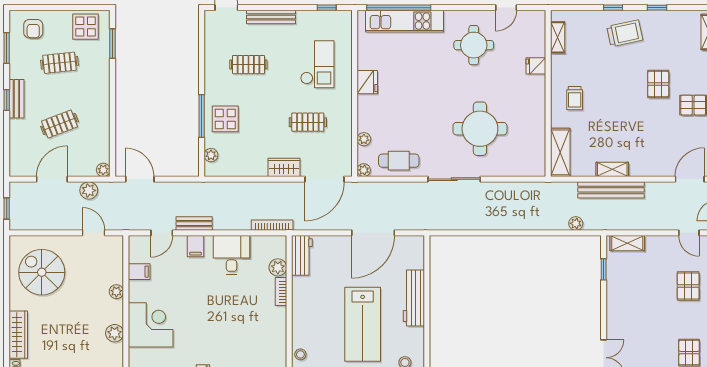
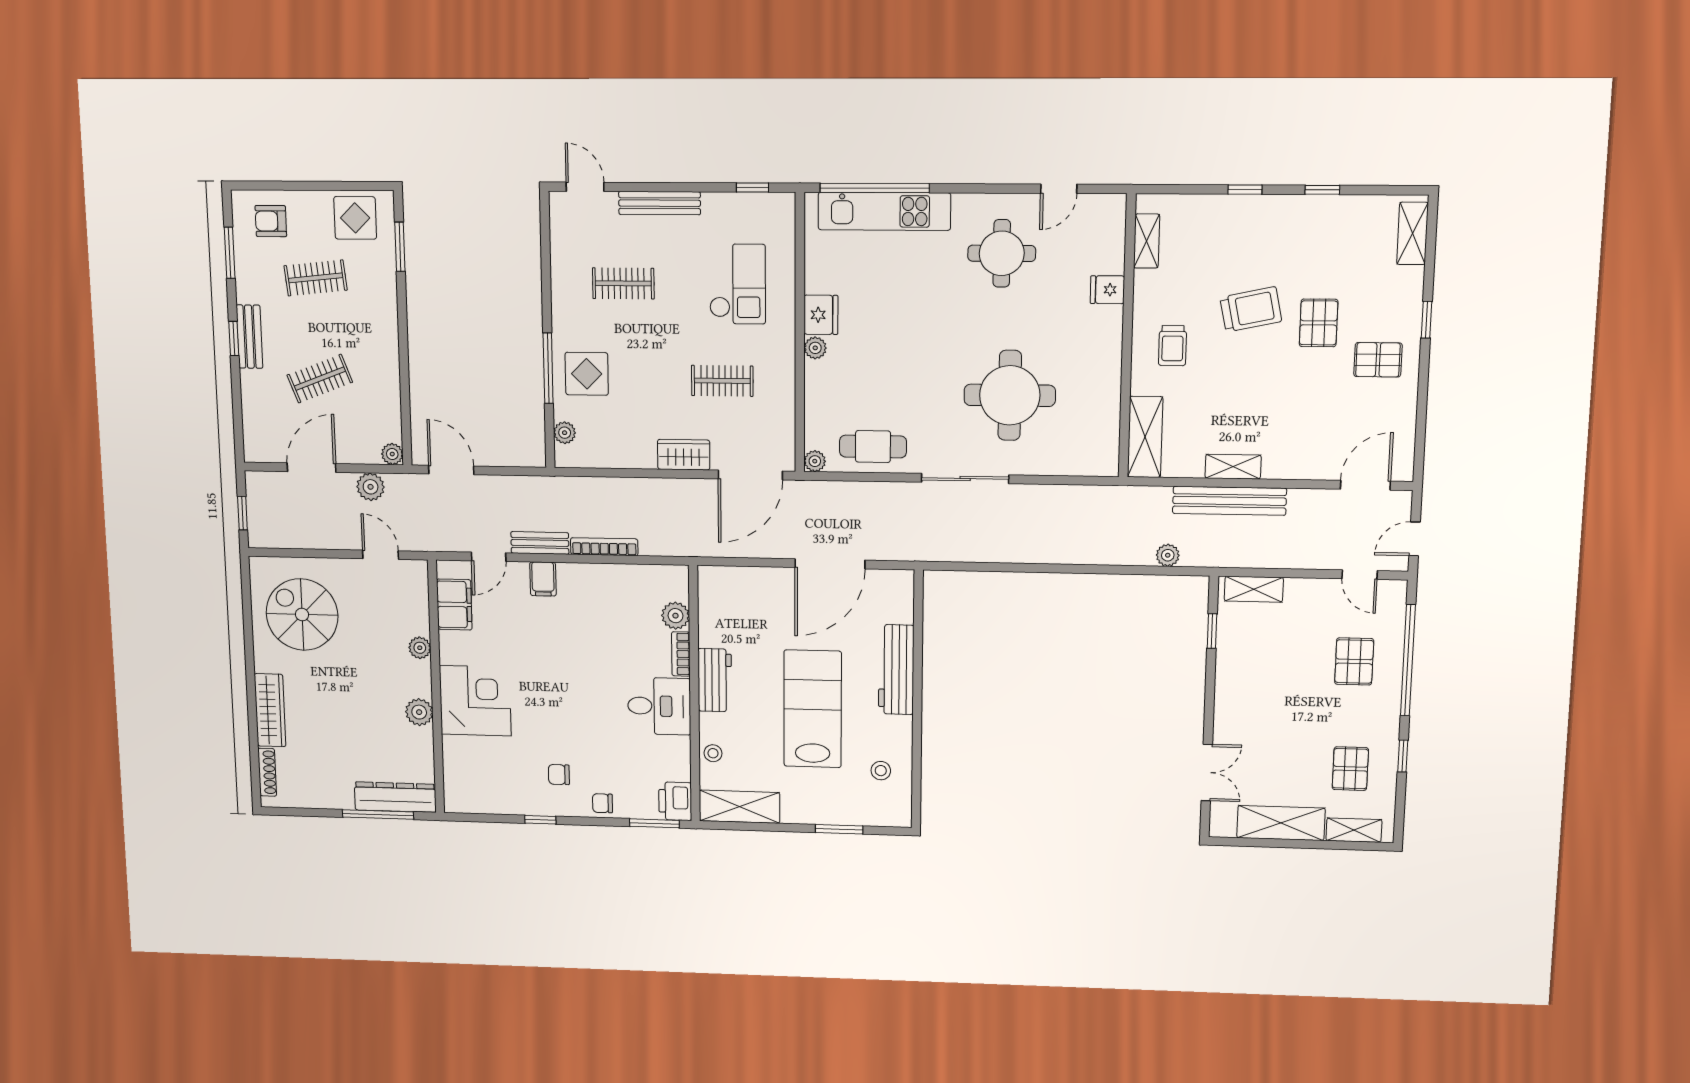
armchair: (33, 29) -> (271, 221), turned 90
trolley: (625, 33) -> (1251, 309), moved
plant: (364, 139) -> (815, 348), moved
bookcase: (272, 225) -> (604, 547), moved
desk: (232, 255) -> (659, 706), moved, turned 90
workbench: (302, 255) -> (715, 680), moved
filing cabinet: (139, 272) -> (454, 604), width x2.00
lab bench: (363, 324) -> (813, 709), turned 180

